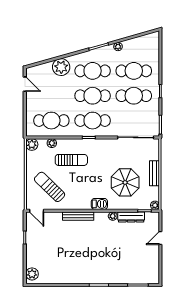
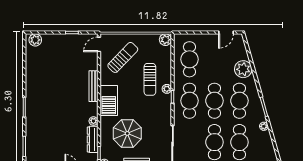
plant: (52, 143) -> (167, 89), moved
barbecue: (99, 204) -> (109, 101), width x1.88, depth x1.53

